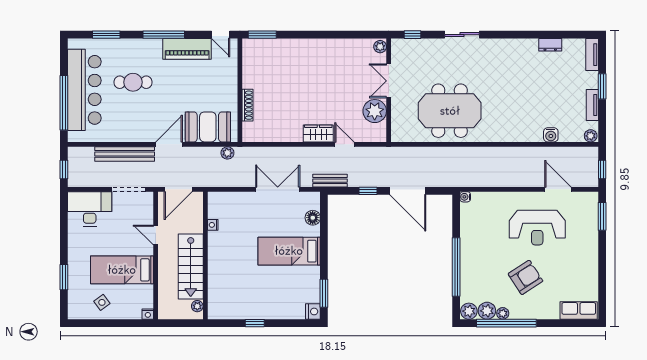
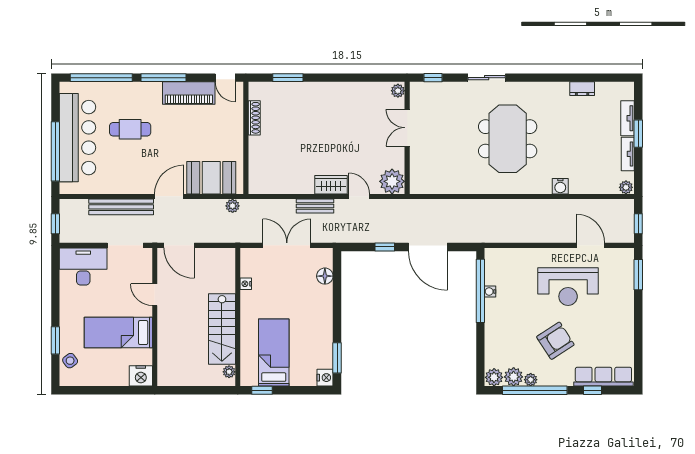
window: (106, 35) -> (101, 78), width x2.11
window: (262, 35) -> (288, 78), moved
tv unit: (592, 55) -> (627, 118), moved
shoe rack: (247, 105) -> (254, 118), moved
plant: (375, 111) -> (392, 181), moved
meeting table: (450, 111) -> (508, 139), moved, turned 90
water cooler: (551, 135) -> (560, 186), moved
bench: (330, 181) -> (315, 206), moved
door: (178, 189) -> (179, 245), hinge flipped
water cooler: (465, 197) -> (490, 291), moved
nightstand: (213, 225) -> (246, 284), moved
bed: (289, 251) -> (274, 353), moved, turned 90
wall: (205, 256) -> (238, 317), moved
stairs: (191, 267) -> (222, 329), moved
window: (456, 267) -> (480, 291), moved
side table: (102, 302) -> (70, 361), moved
plant: (197, 306) -> (229, 372), moved
row of seats: (579, 311) -> (603, 377), width x1.48
nightstand: (148, 314) -> (141, 376), width x1.89, depth x1.79
window: (560, 323) -> (592, 390), added

